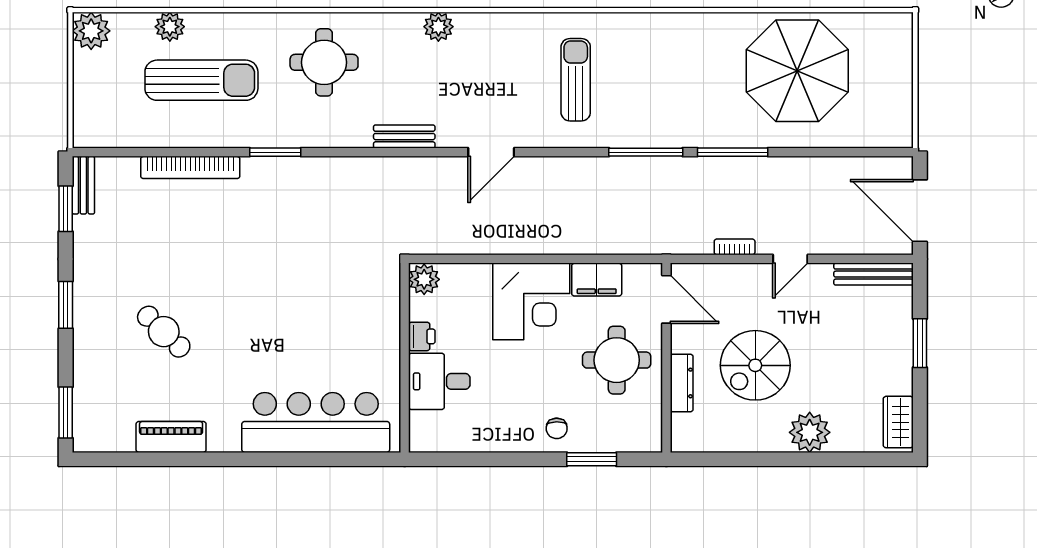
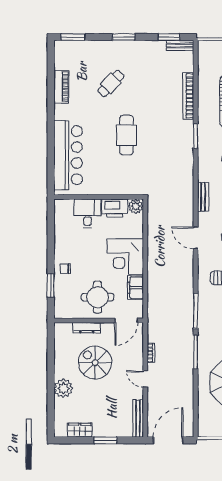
cafe table: (273, 299) -> (126, 135), added
printer: (422, 336) -> (115, 208), width x1.87, depth x1.48
wardrobe: (898, 422) -> (80, 430), moved

